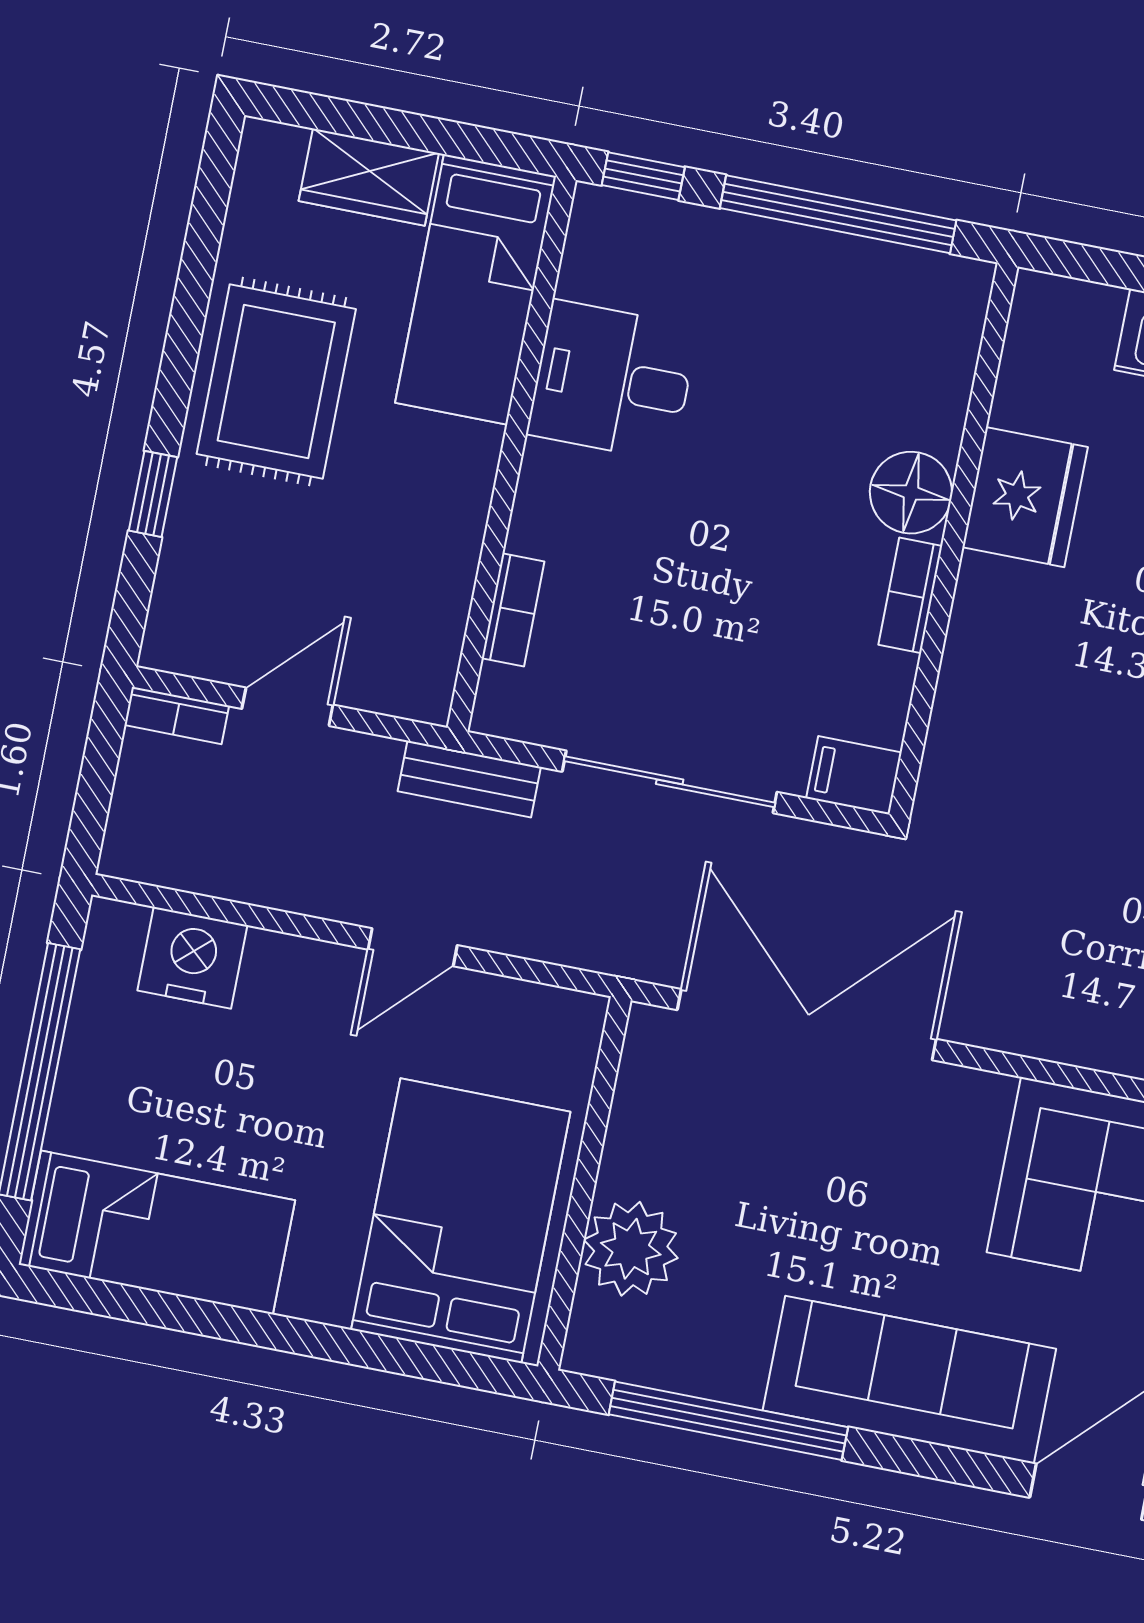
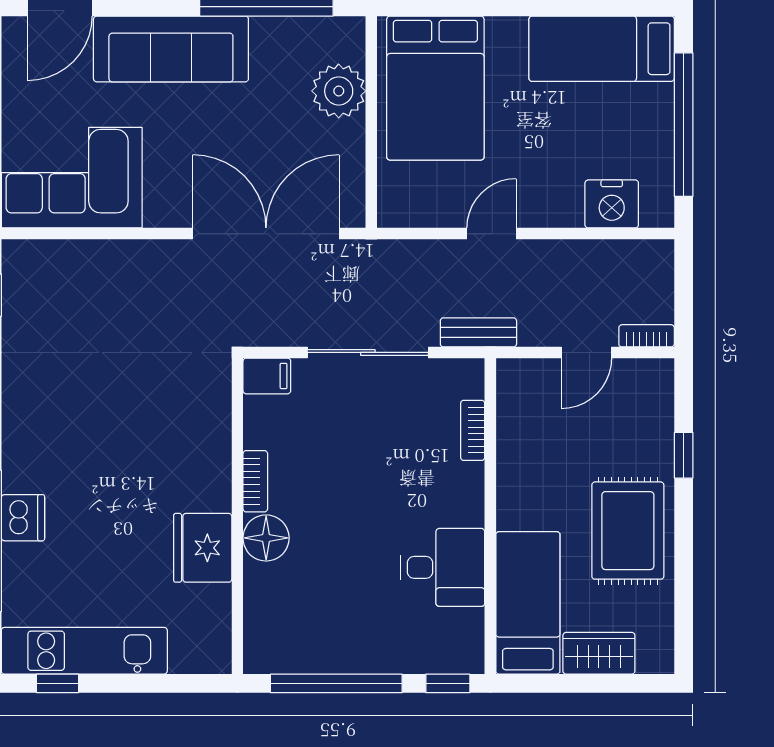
double door: (807, 1025) -> (266, 234), swing flipped

